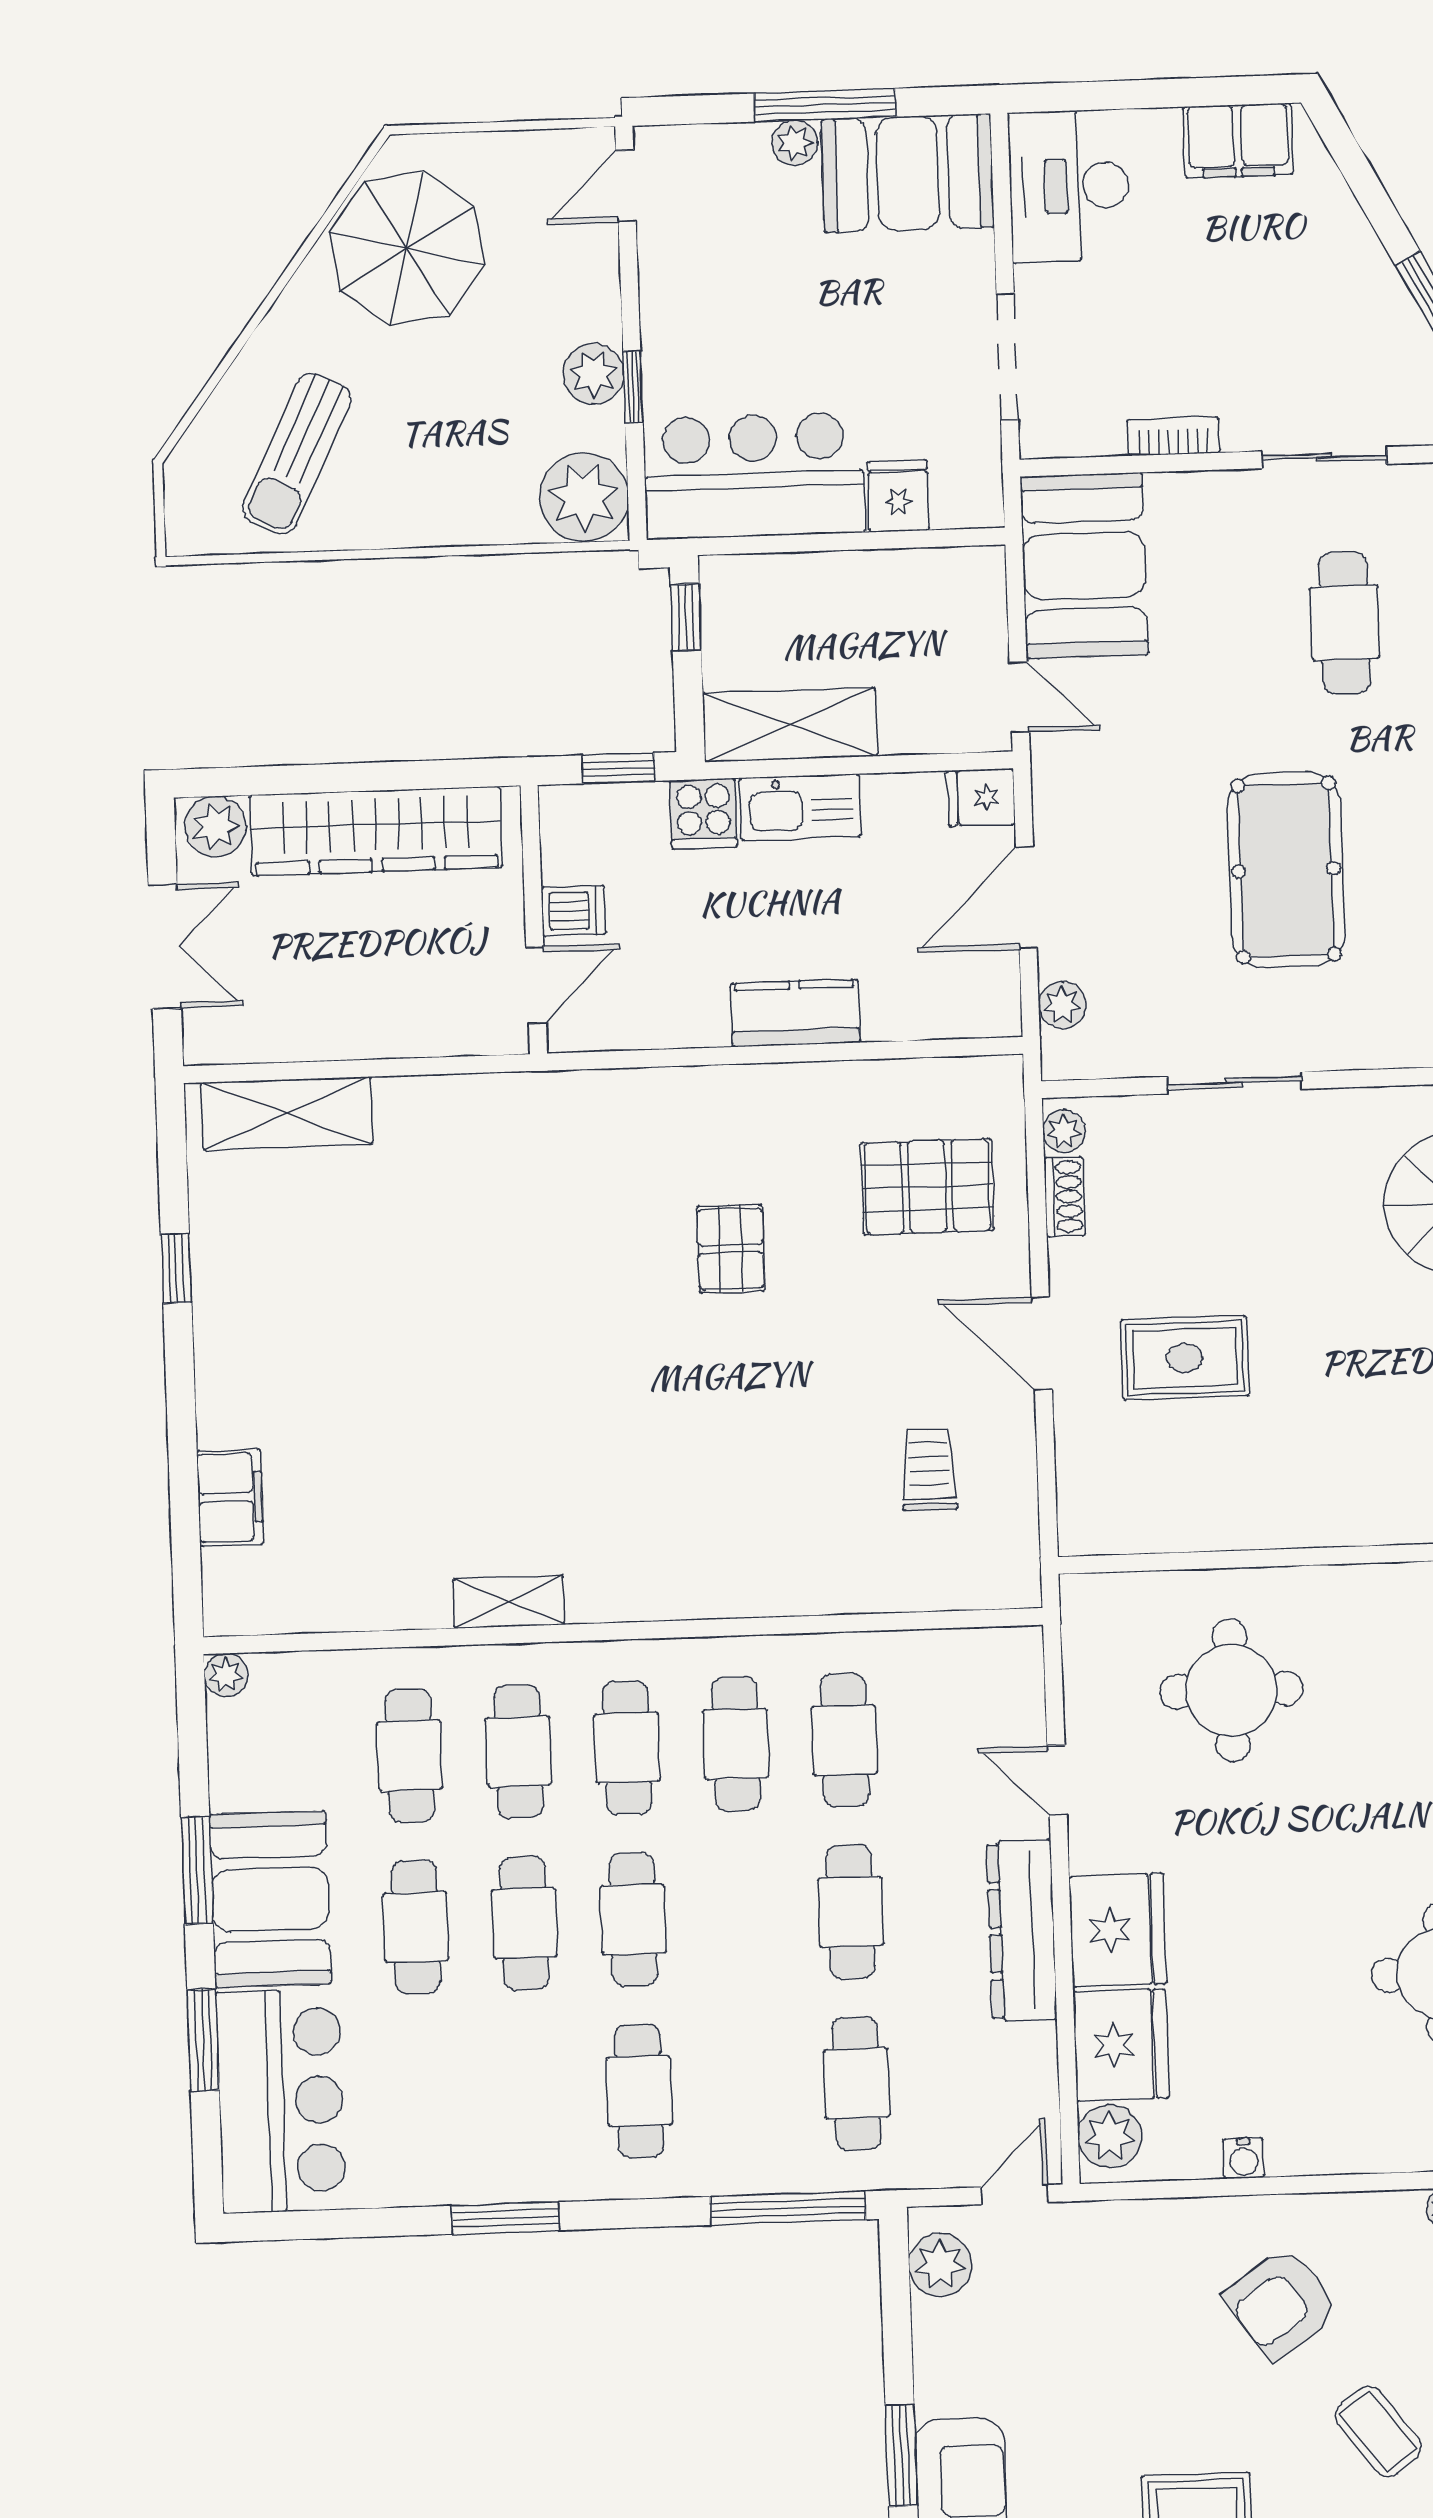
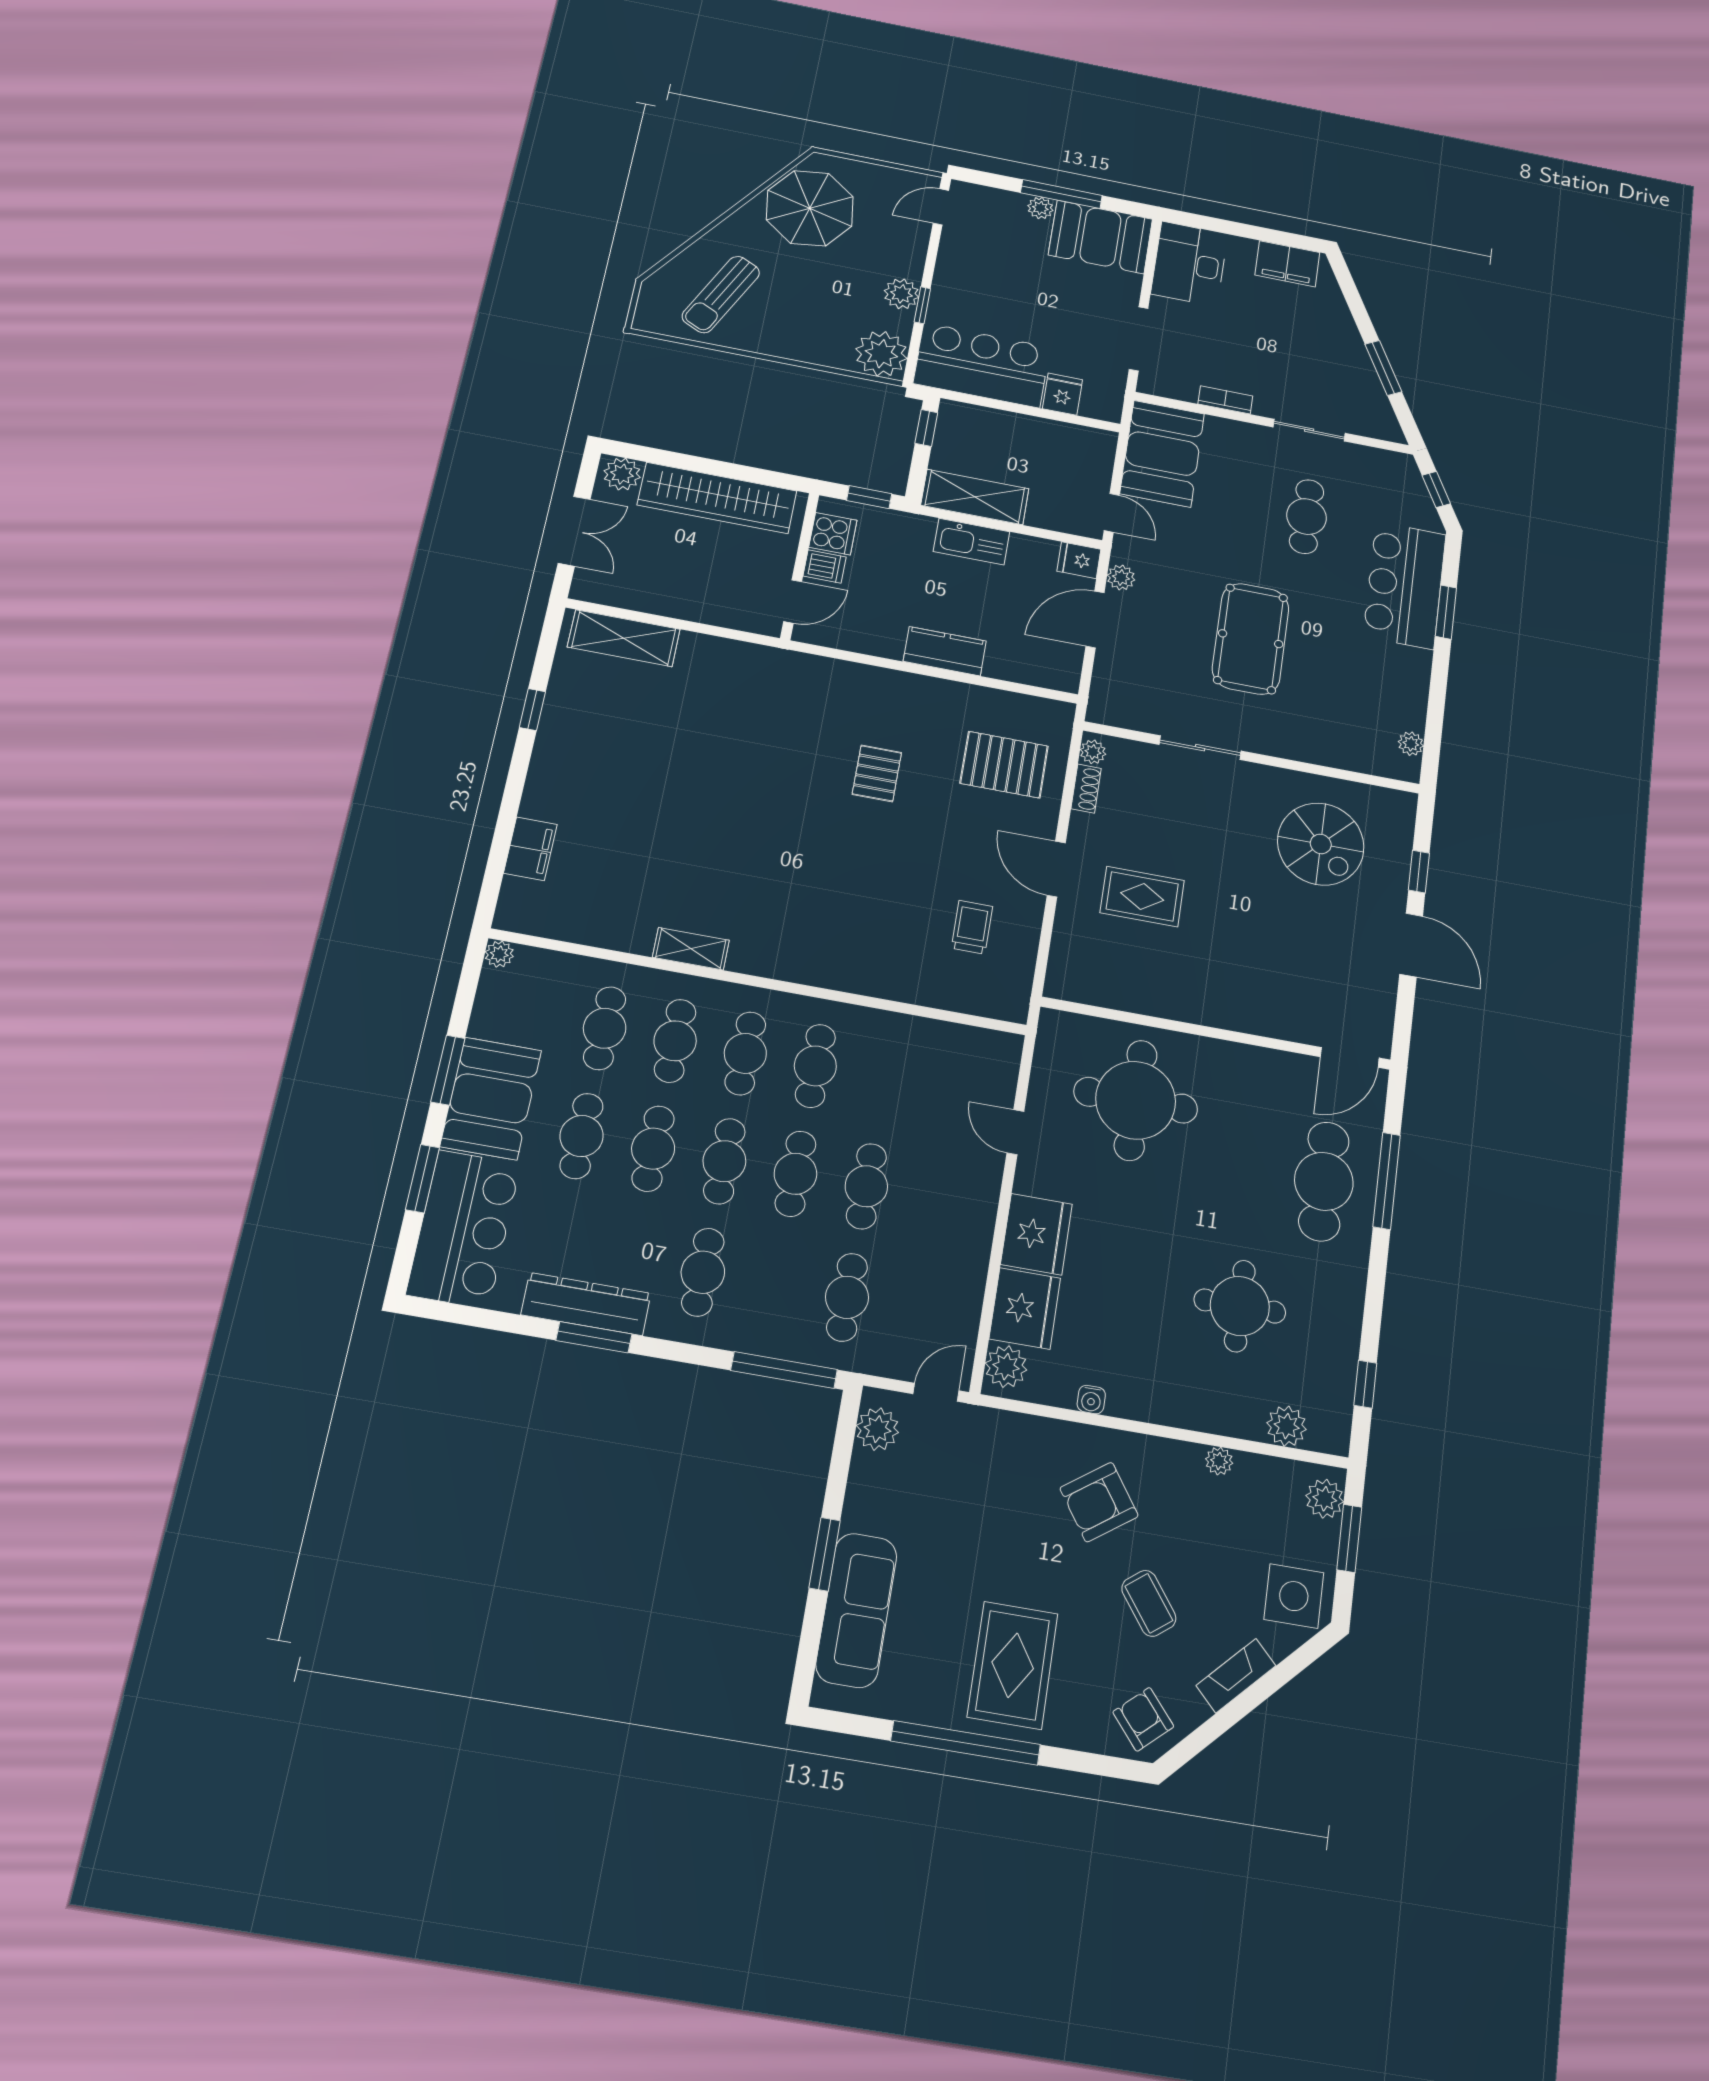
cooker: (703, 814) -> (833, 534), moved, turned -90
plant: (1062, 1005) -> (1121, 577), moved
round table: (1231, 1690) -> (1136, 1100), width x1.36, depth x1.36
cafe table: (845, 1740) -> (795, 1174), moved
dresser: (1022, 1930) -> (586, 1304), moved, turned 90

